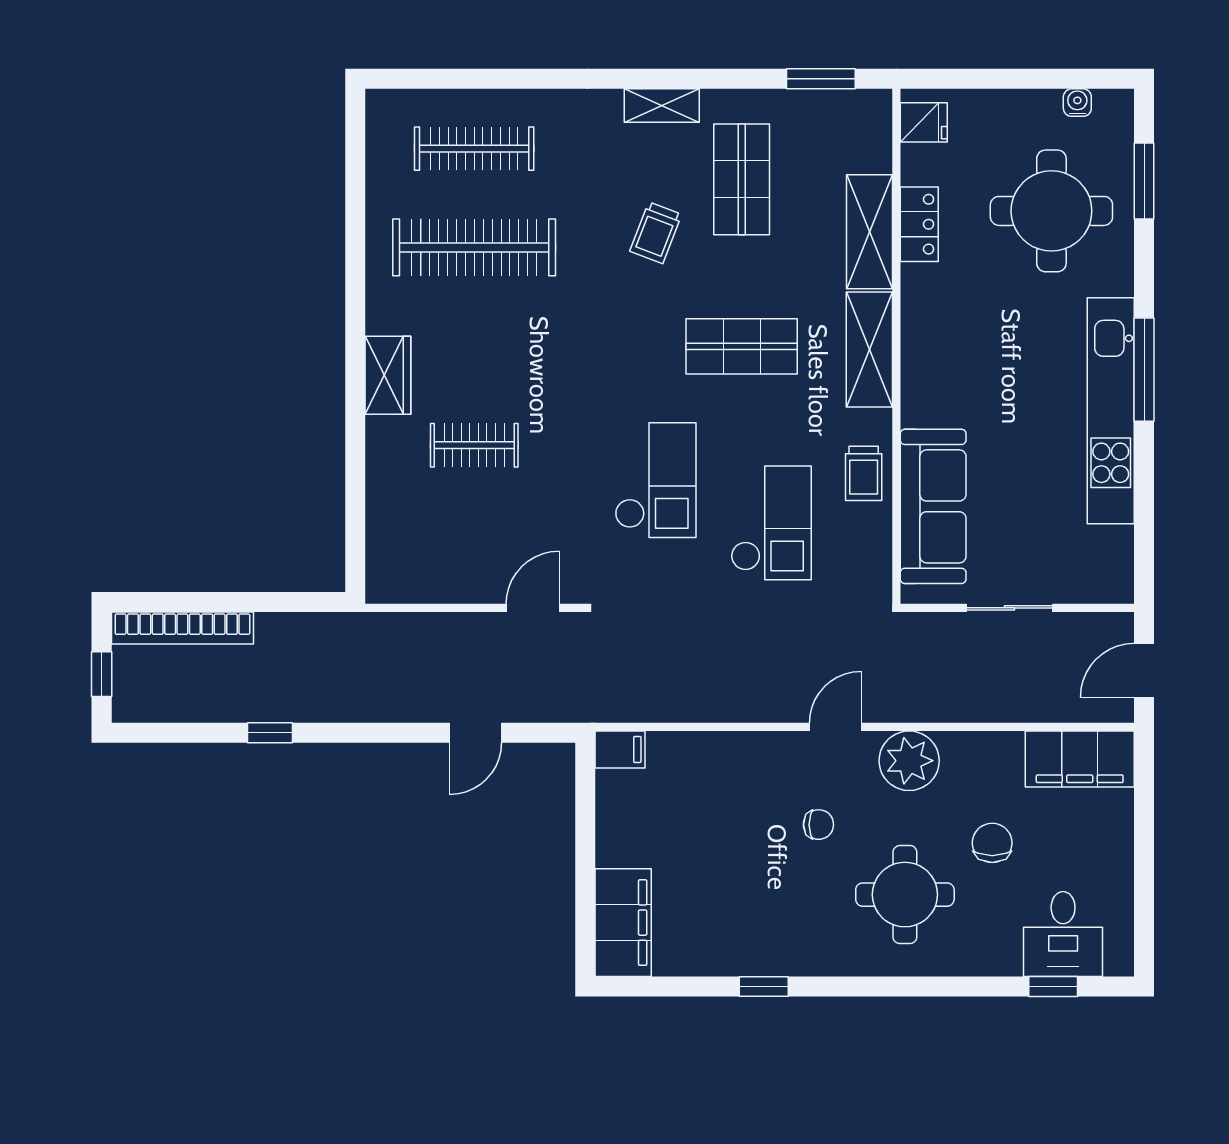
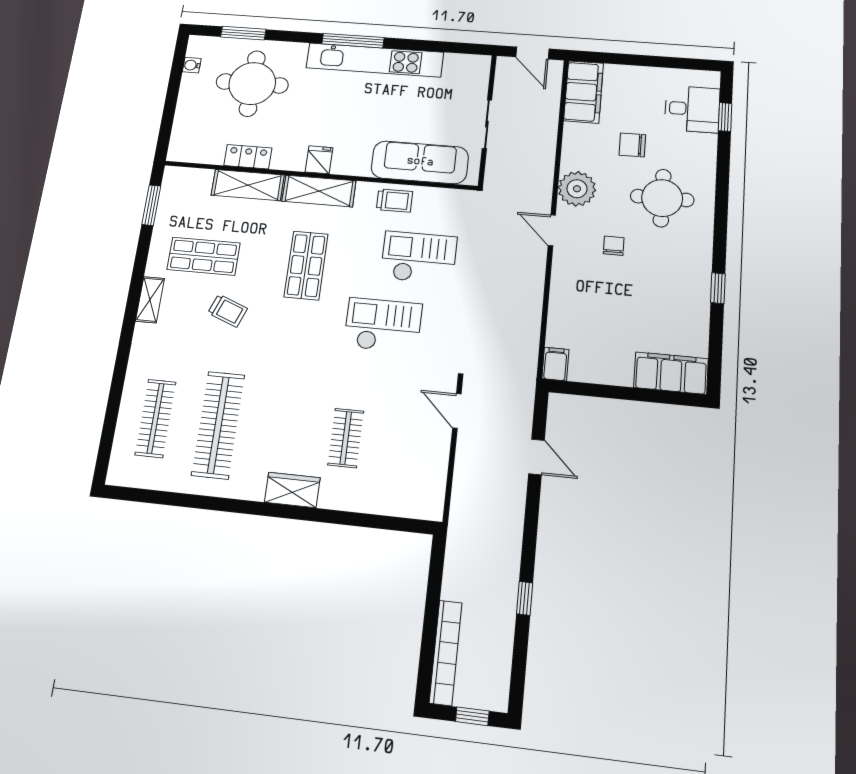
fridge: (924, 122) -> (319, 160), moved

